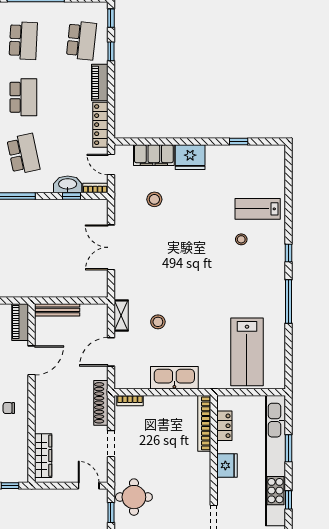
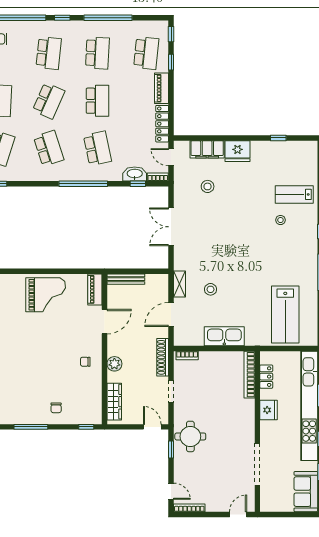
plant: (44, 411) -> (114, 364), added

